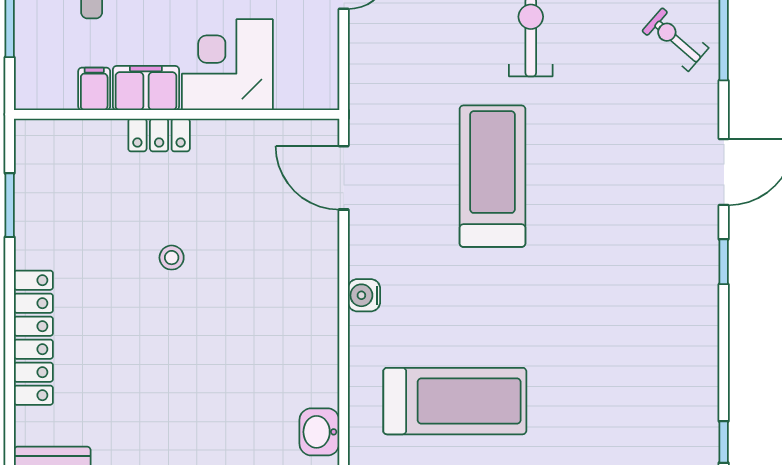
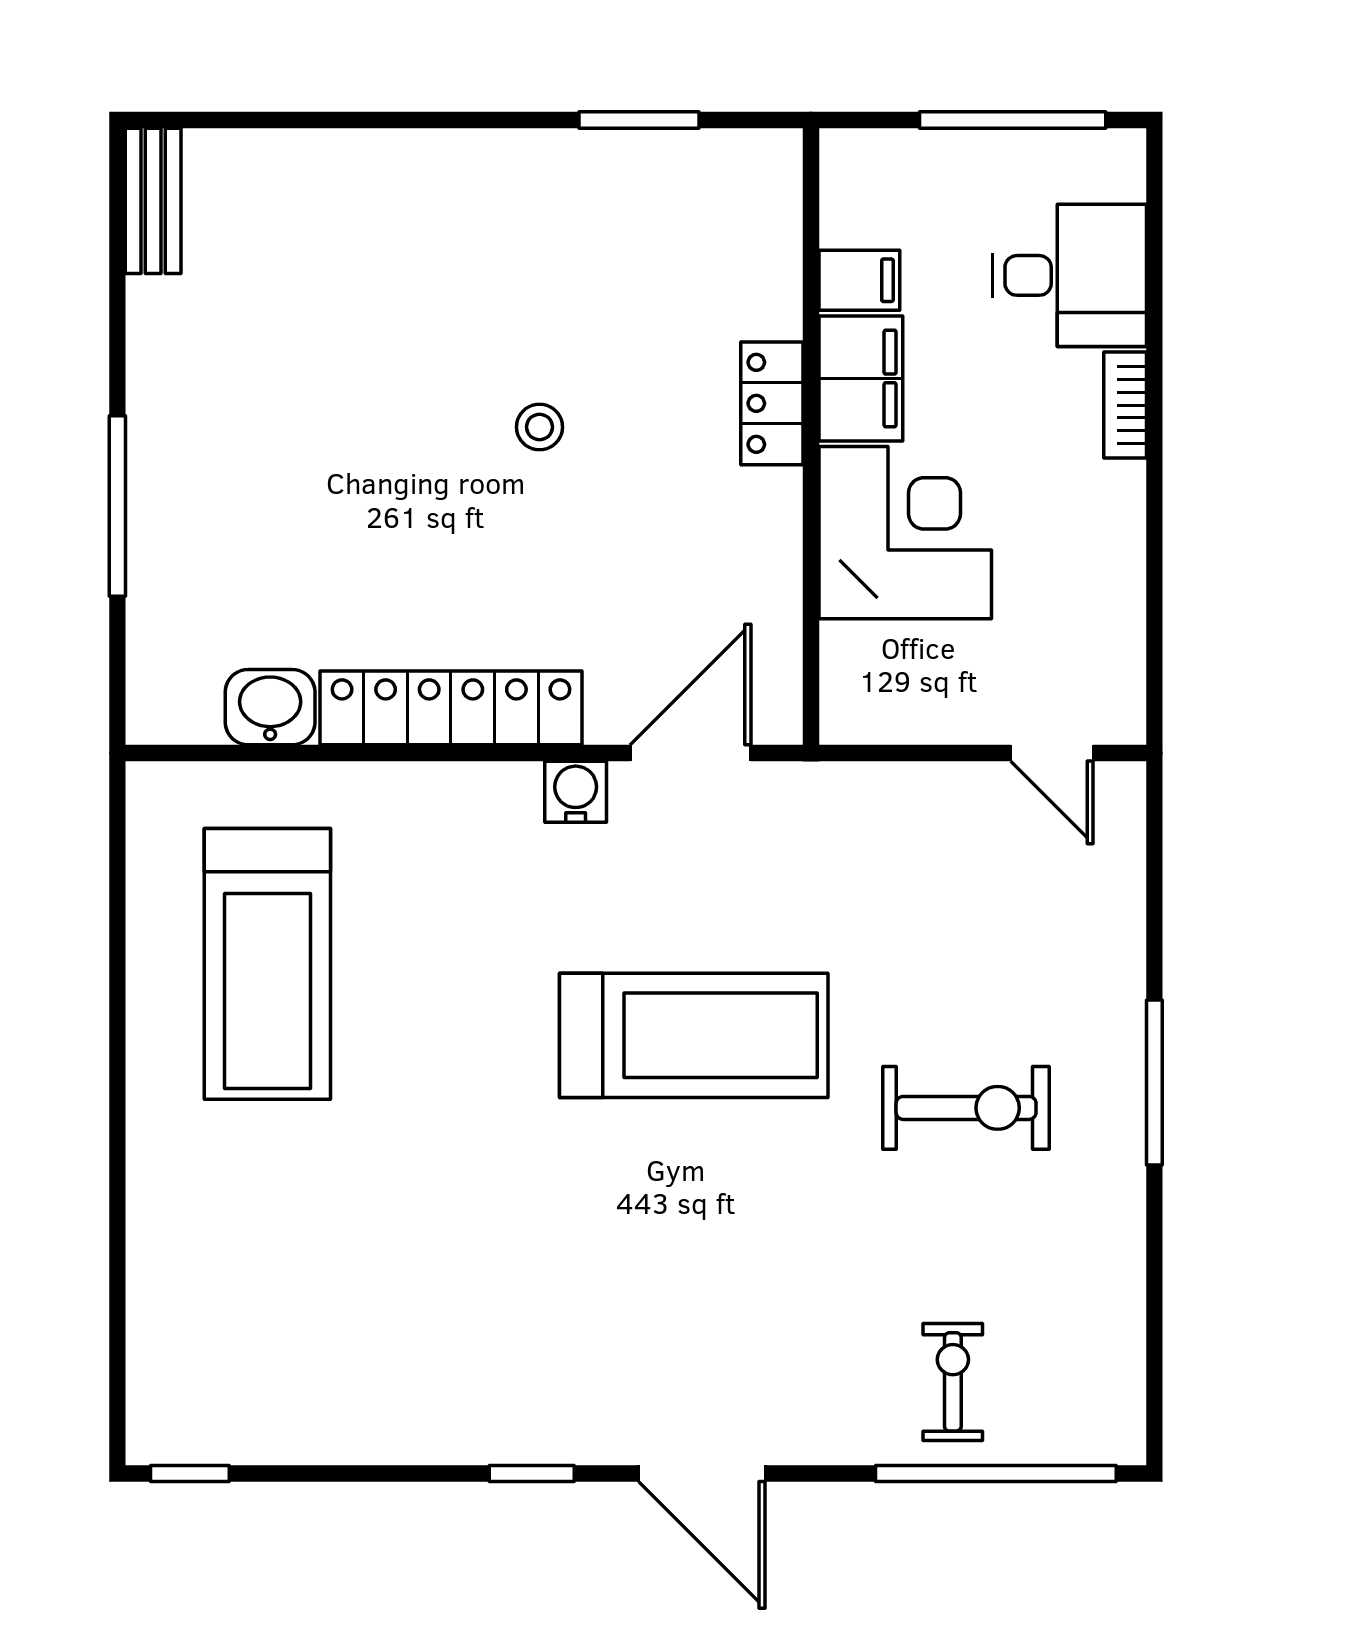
exercise bike: (675, 39) -> (953, 1382), turned -41
water cooler: (364, 295) -> (576, 792), moved
locker: (33, 338) -> (451, 708), moved, turned 180
washbasin: (319, 432) -> (270, 707), moved

